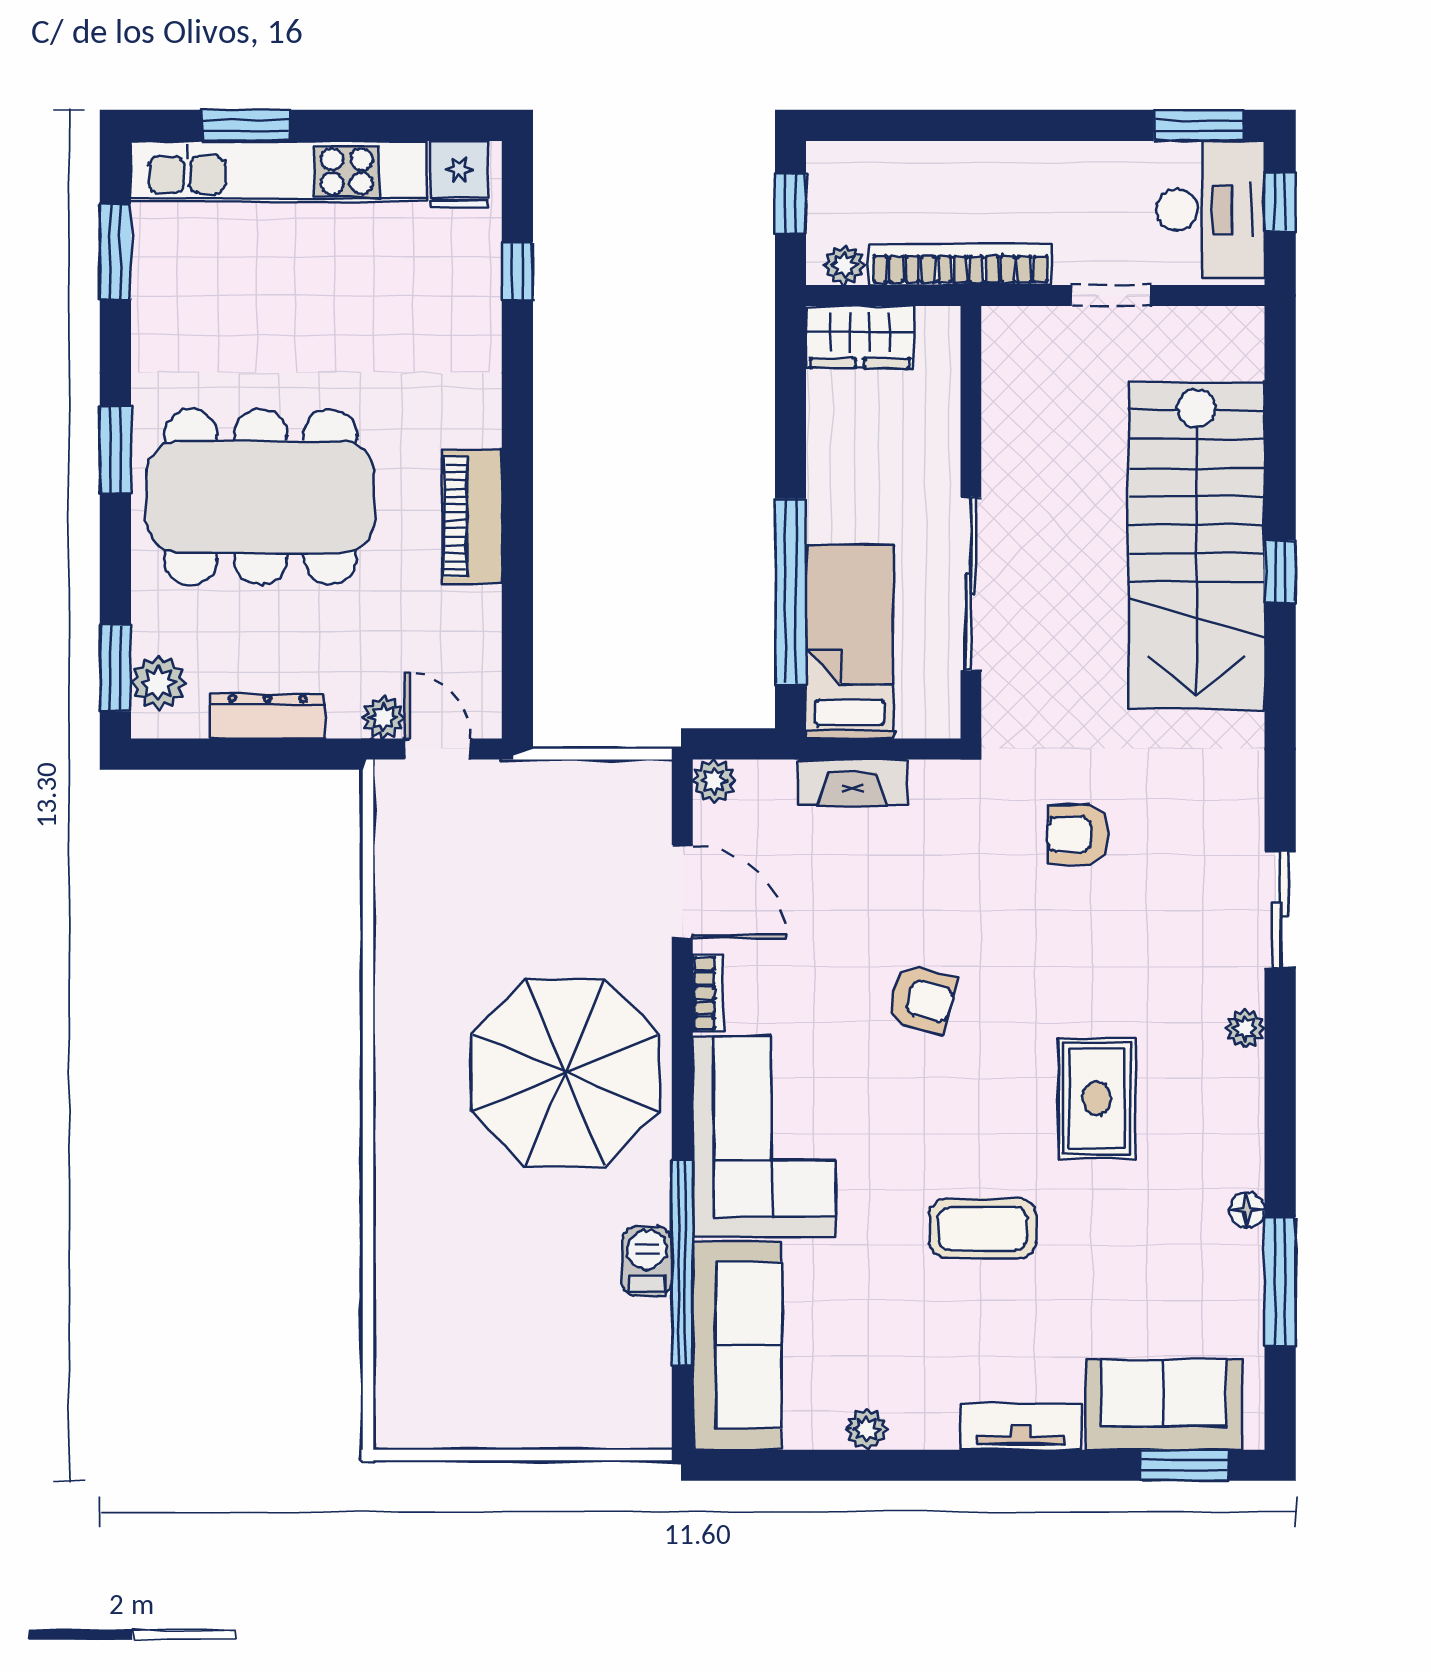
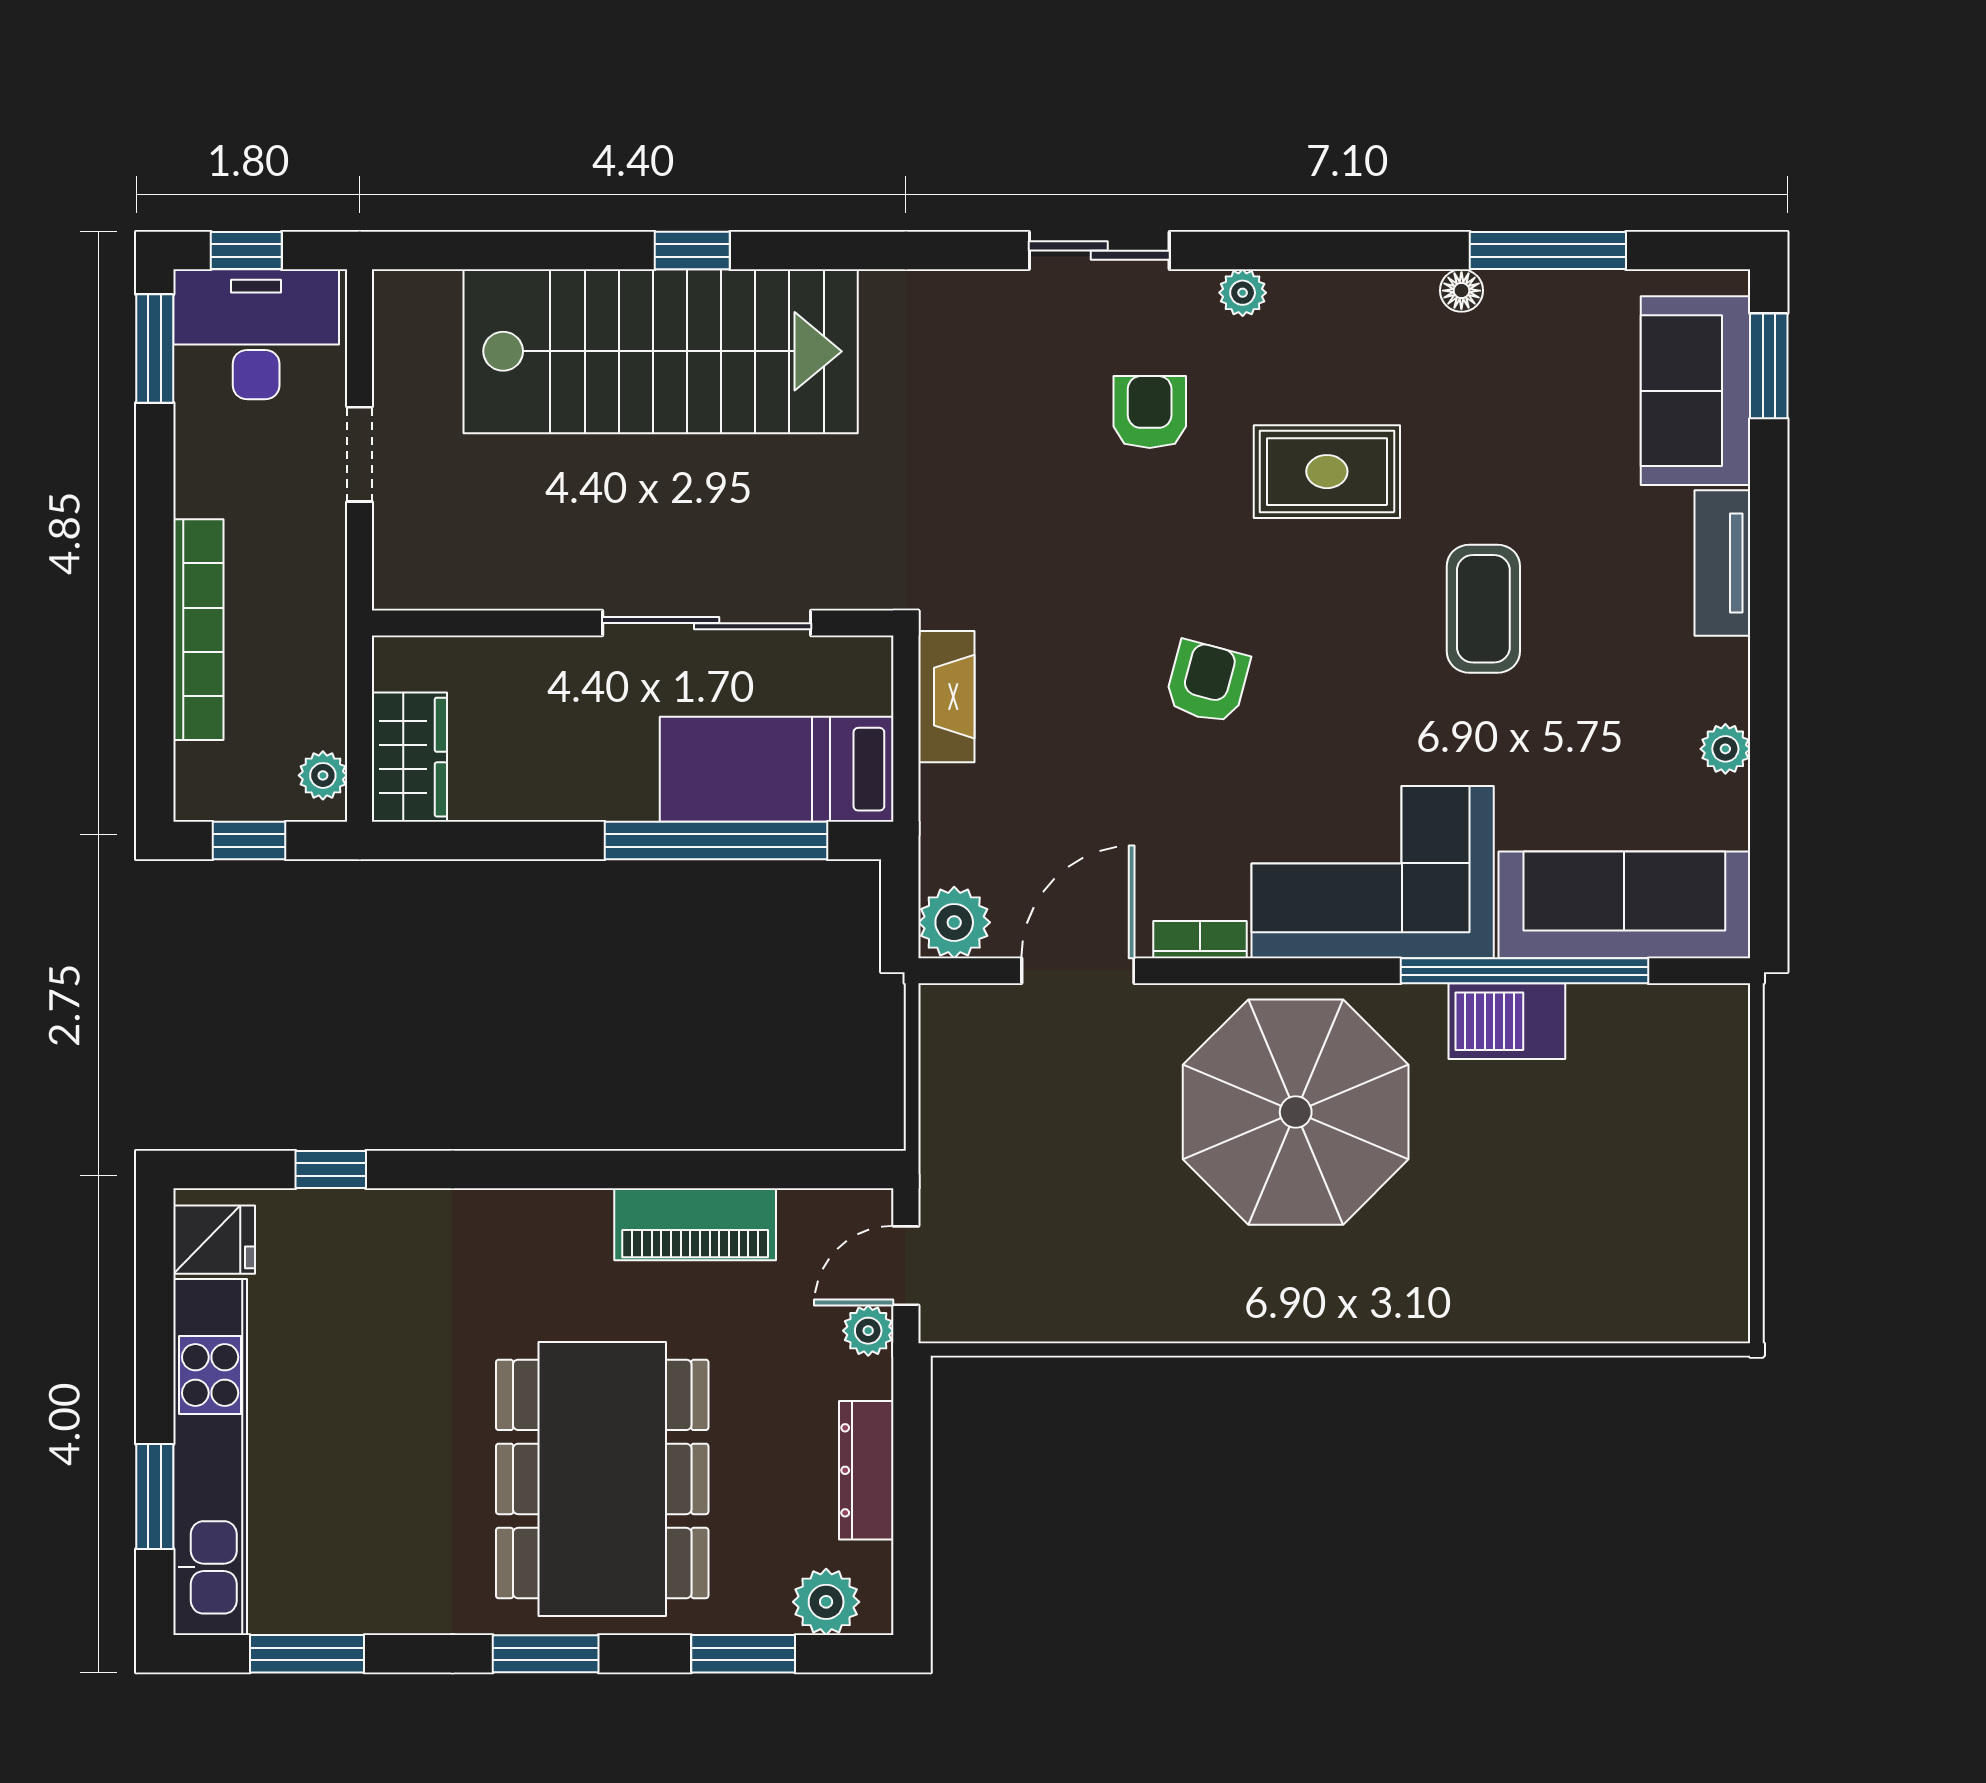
bookcase: (960, 264) -> (198, 630), moved, turned 180
piano: (472, 517) -> (695, 1224), moved
window: (115, 668) -> (743, 1654), moved
plant: (714, 781) -> (954, 922), width x1.38, depth x1.38
fireplace: (853, 783) -> (946, 697), moved
armchair: (1078, 834) -> (1150, 412), moved, turned 180
barbecue: (647, 1261) -> (1507, 1021), width x1.38, depth x1.27

